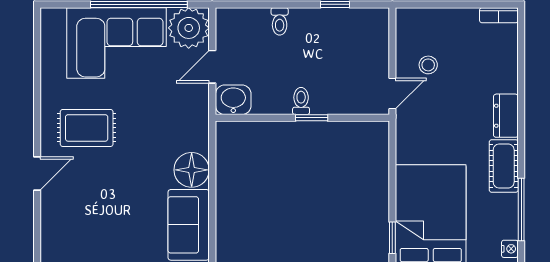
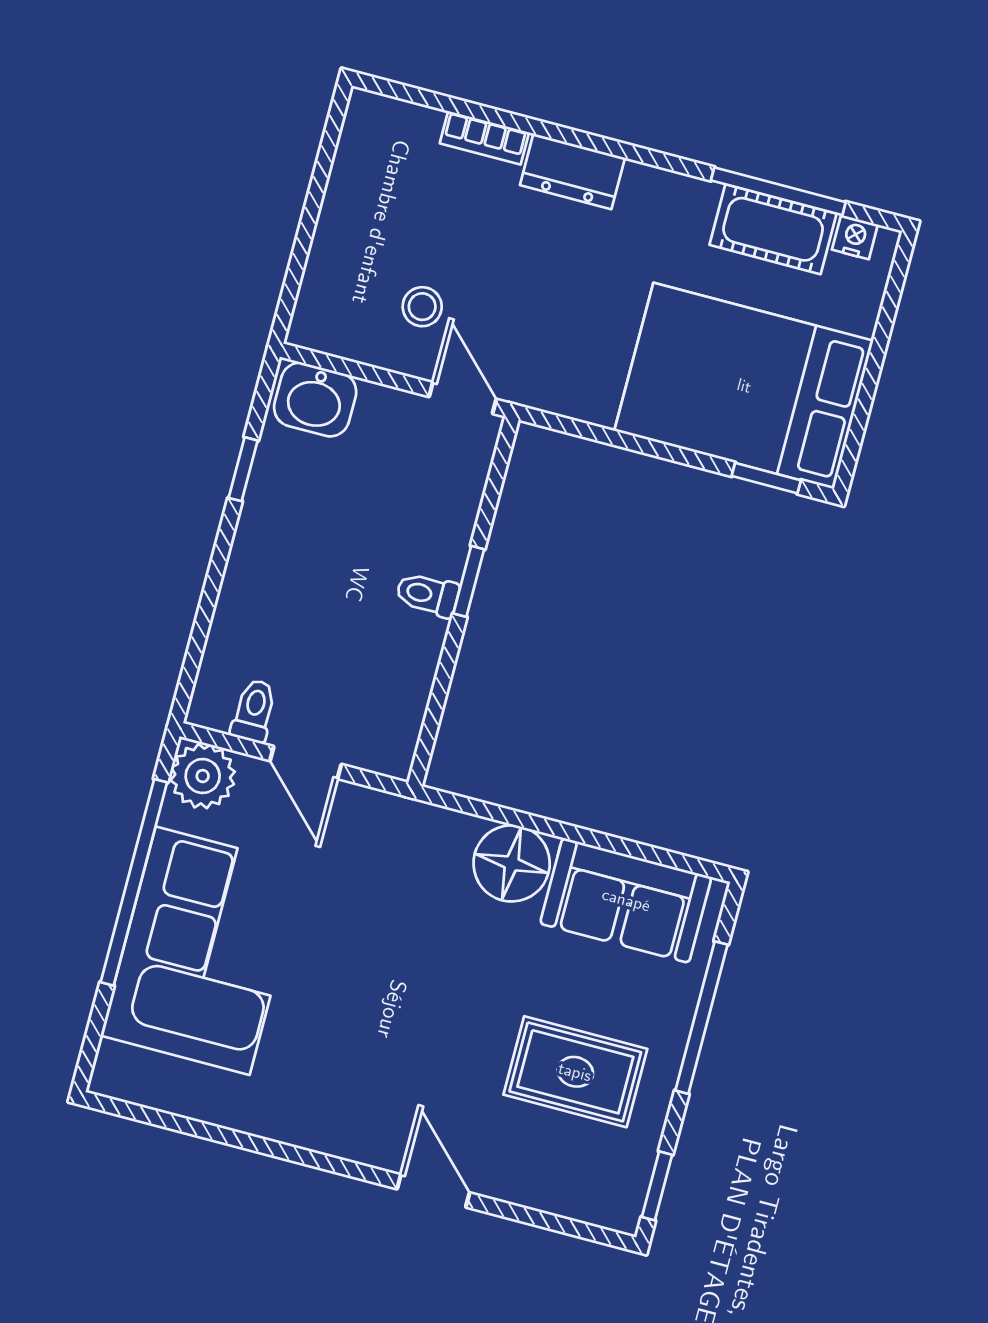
bookcase: (499, 15) -> (484, 138), moved, turned 90
toilet: (280, 21) -> (254, 711), moved, turned -90
plant: (189, 28) -> (203, 776), width x0.73, depth x0.73
washbasin: (233, 100) -> (315, 400), moved, turned -90
rug: (87, 128) -> (575, 1072), moved, turned 90
cot: (504, 166) -> (773, 229), moved

